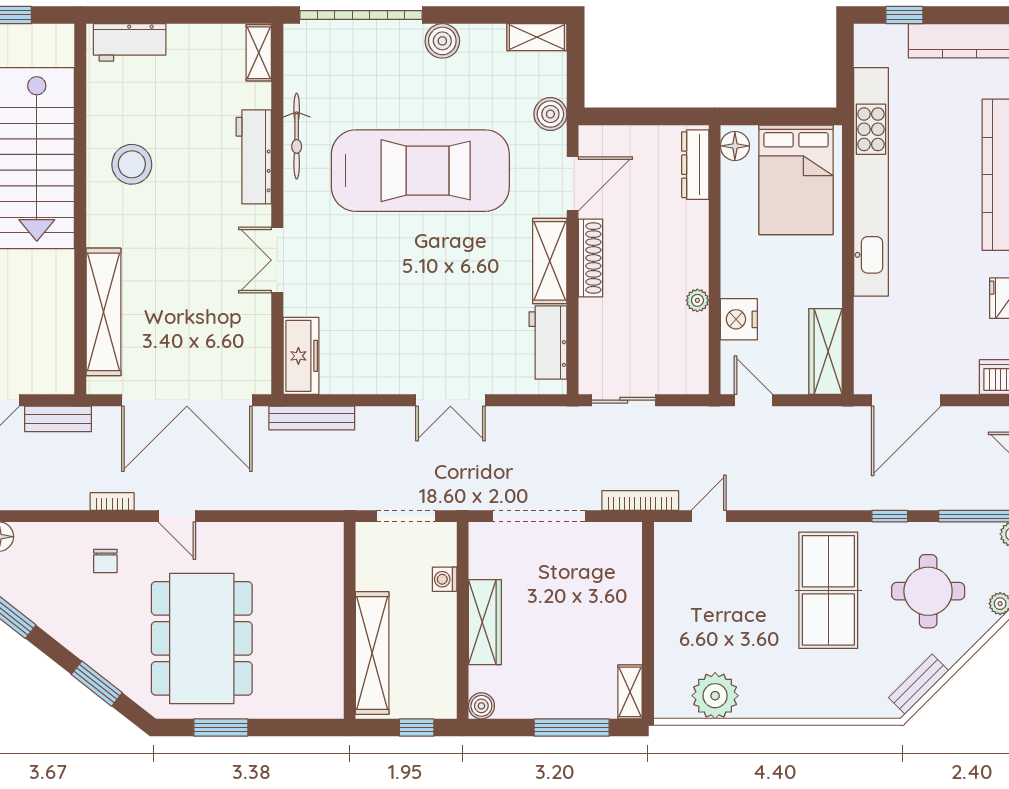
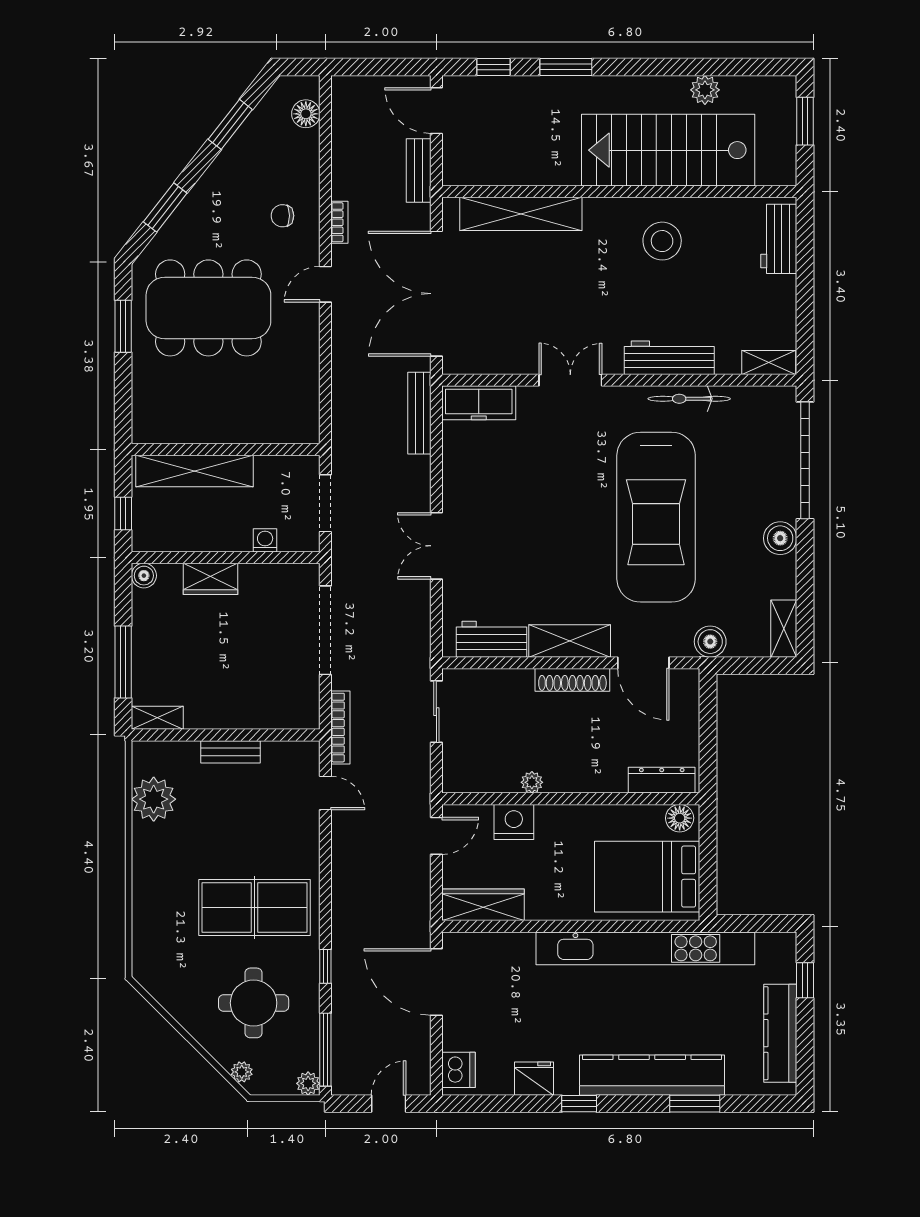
wardrobe: (485, 622) -> (210, 579), width x0.67
bench: (919, 684) -> (231, 752), moved, turned -45

